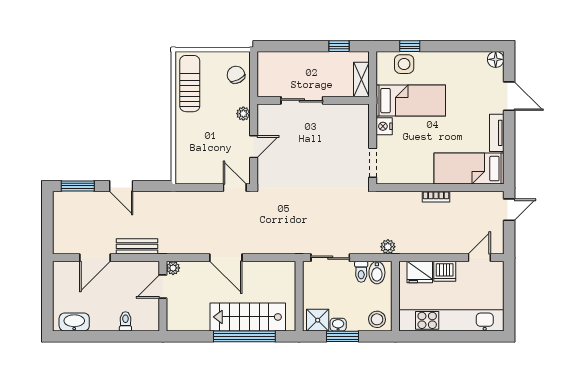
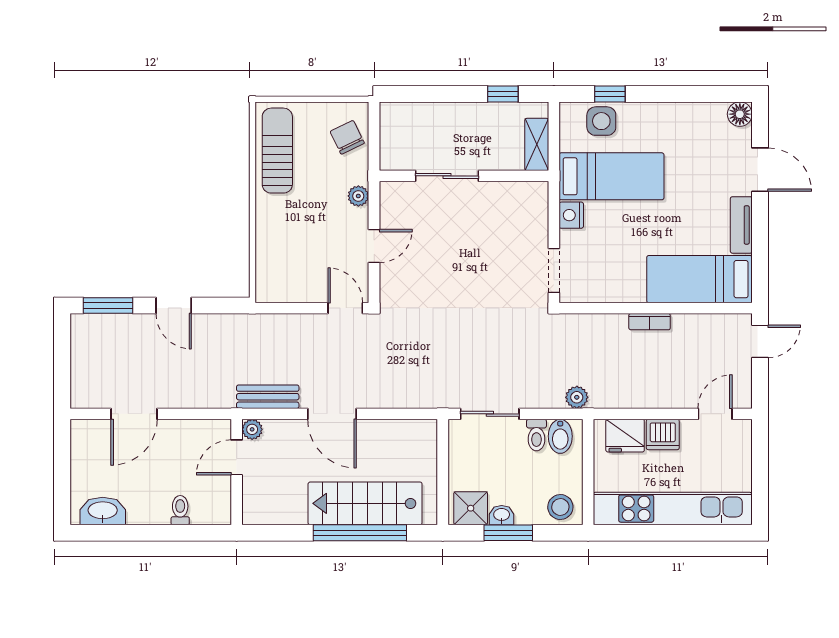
bench: (137, 246) -> (268, 397), moved

